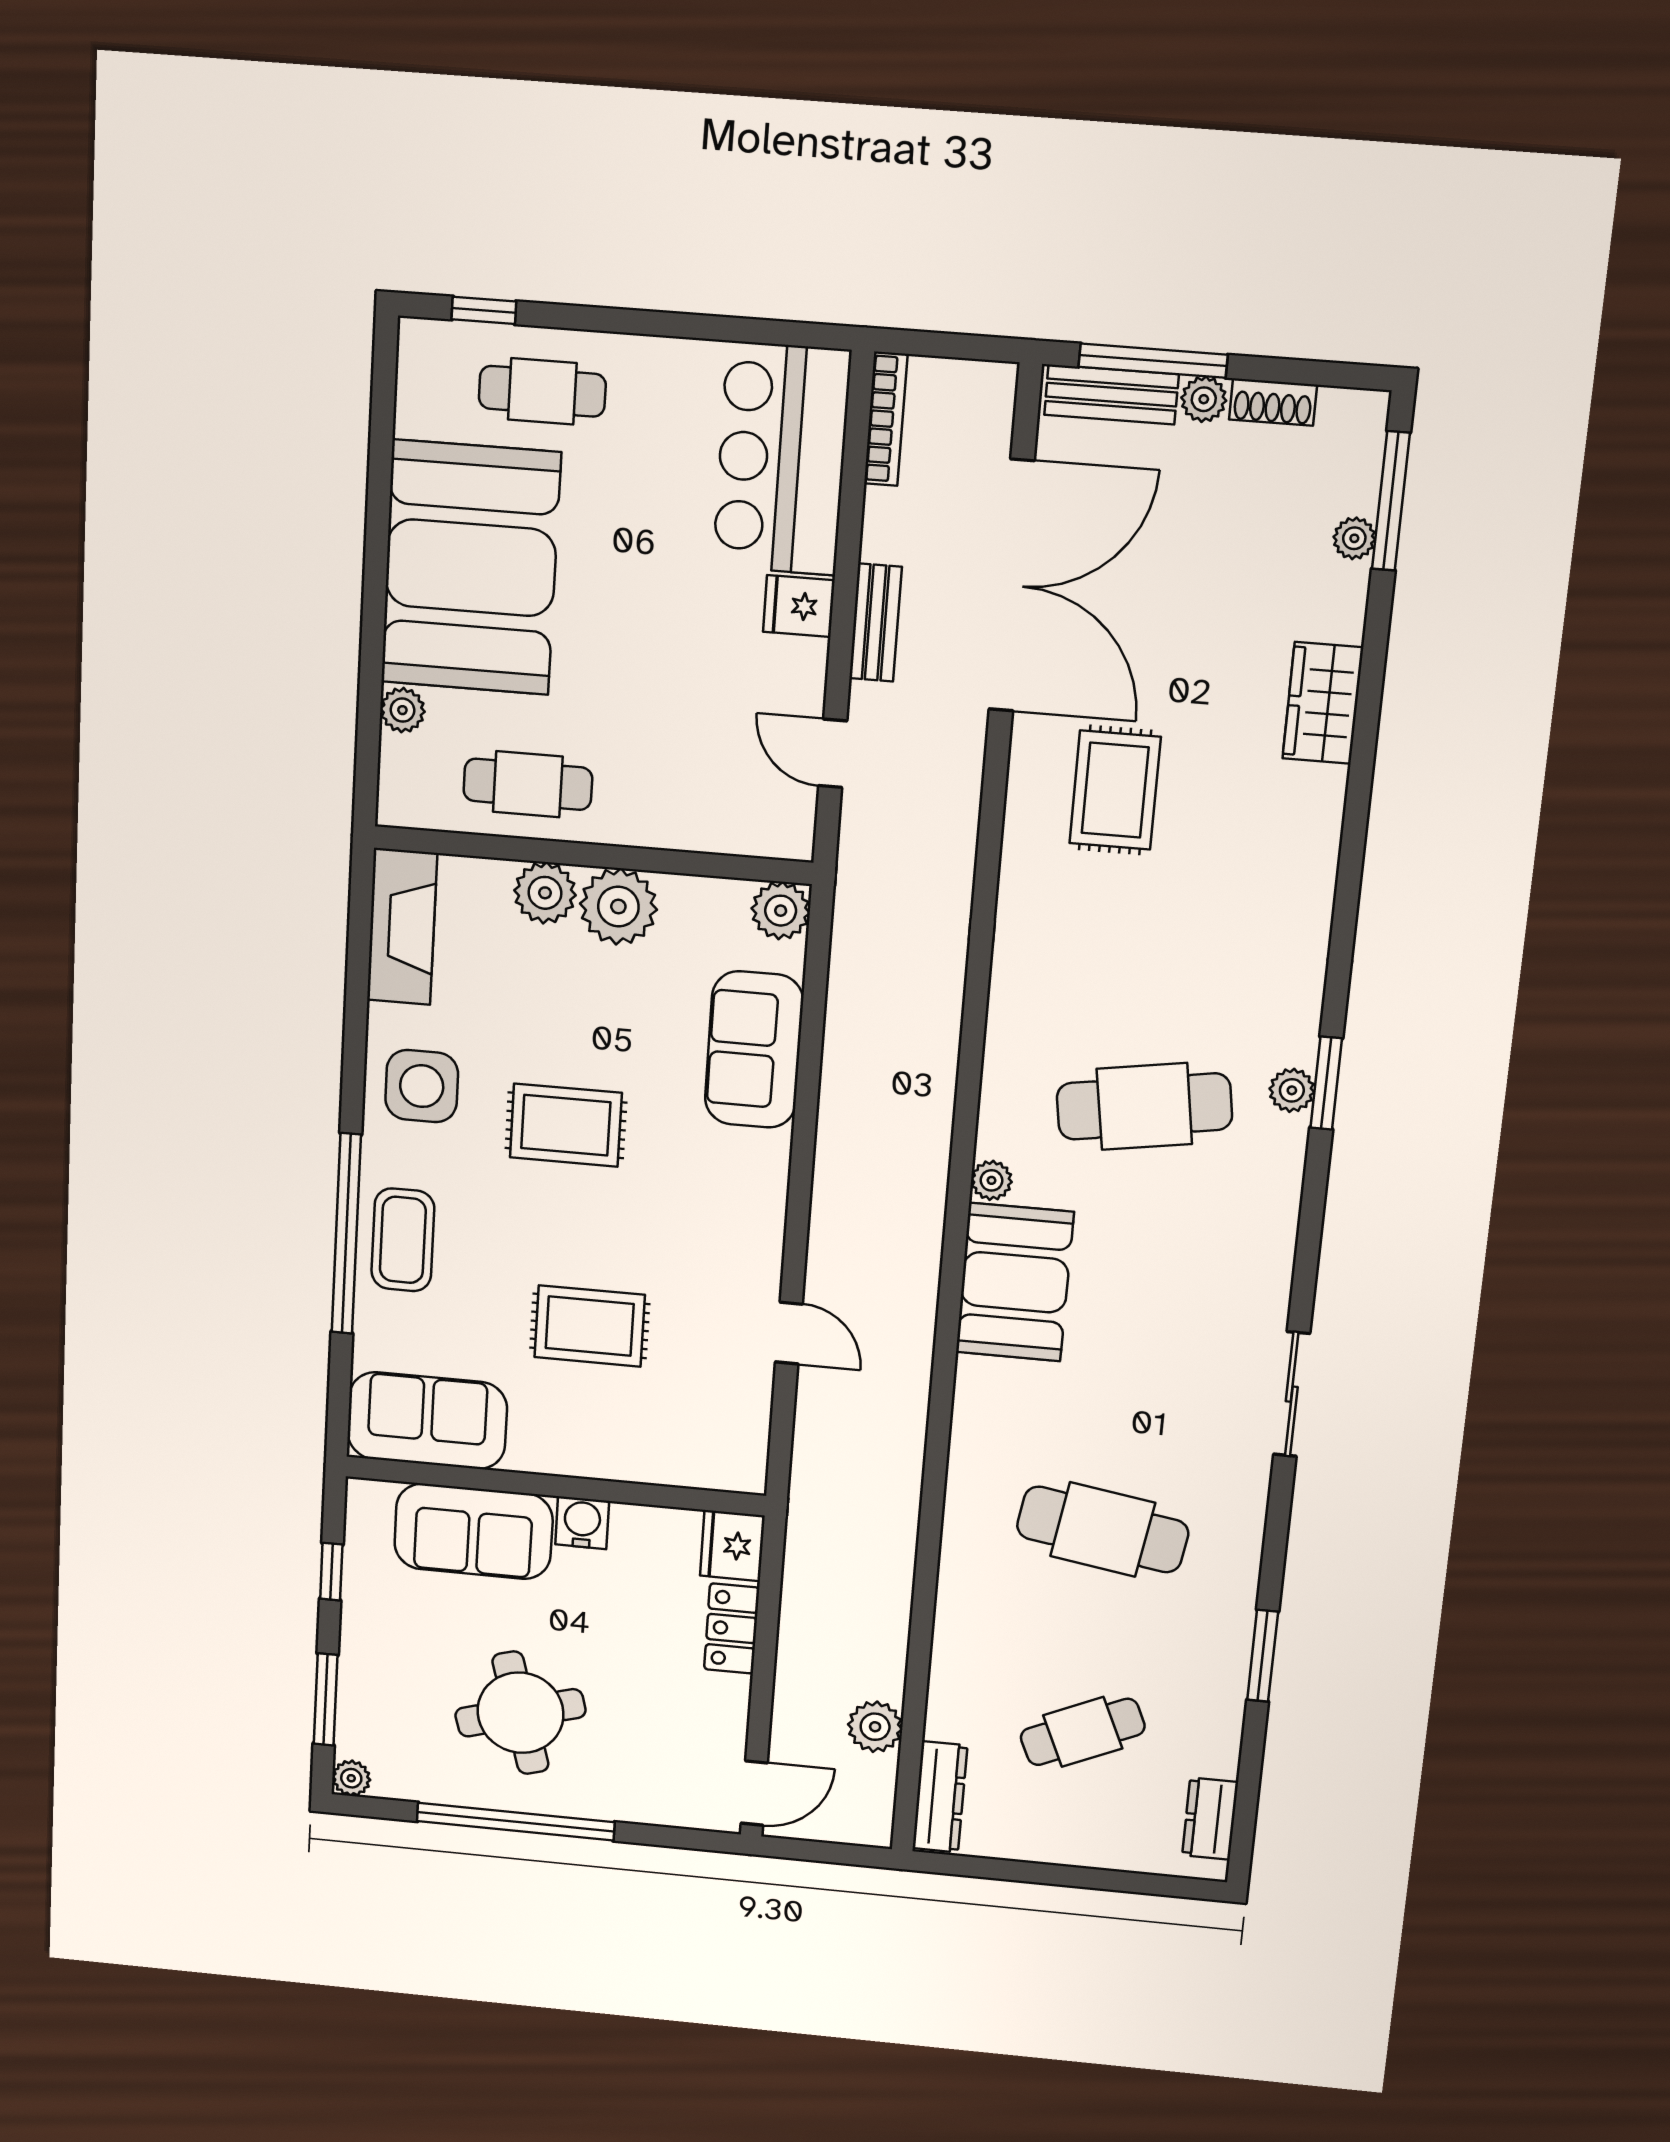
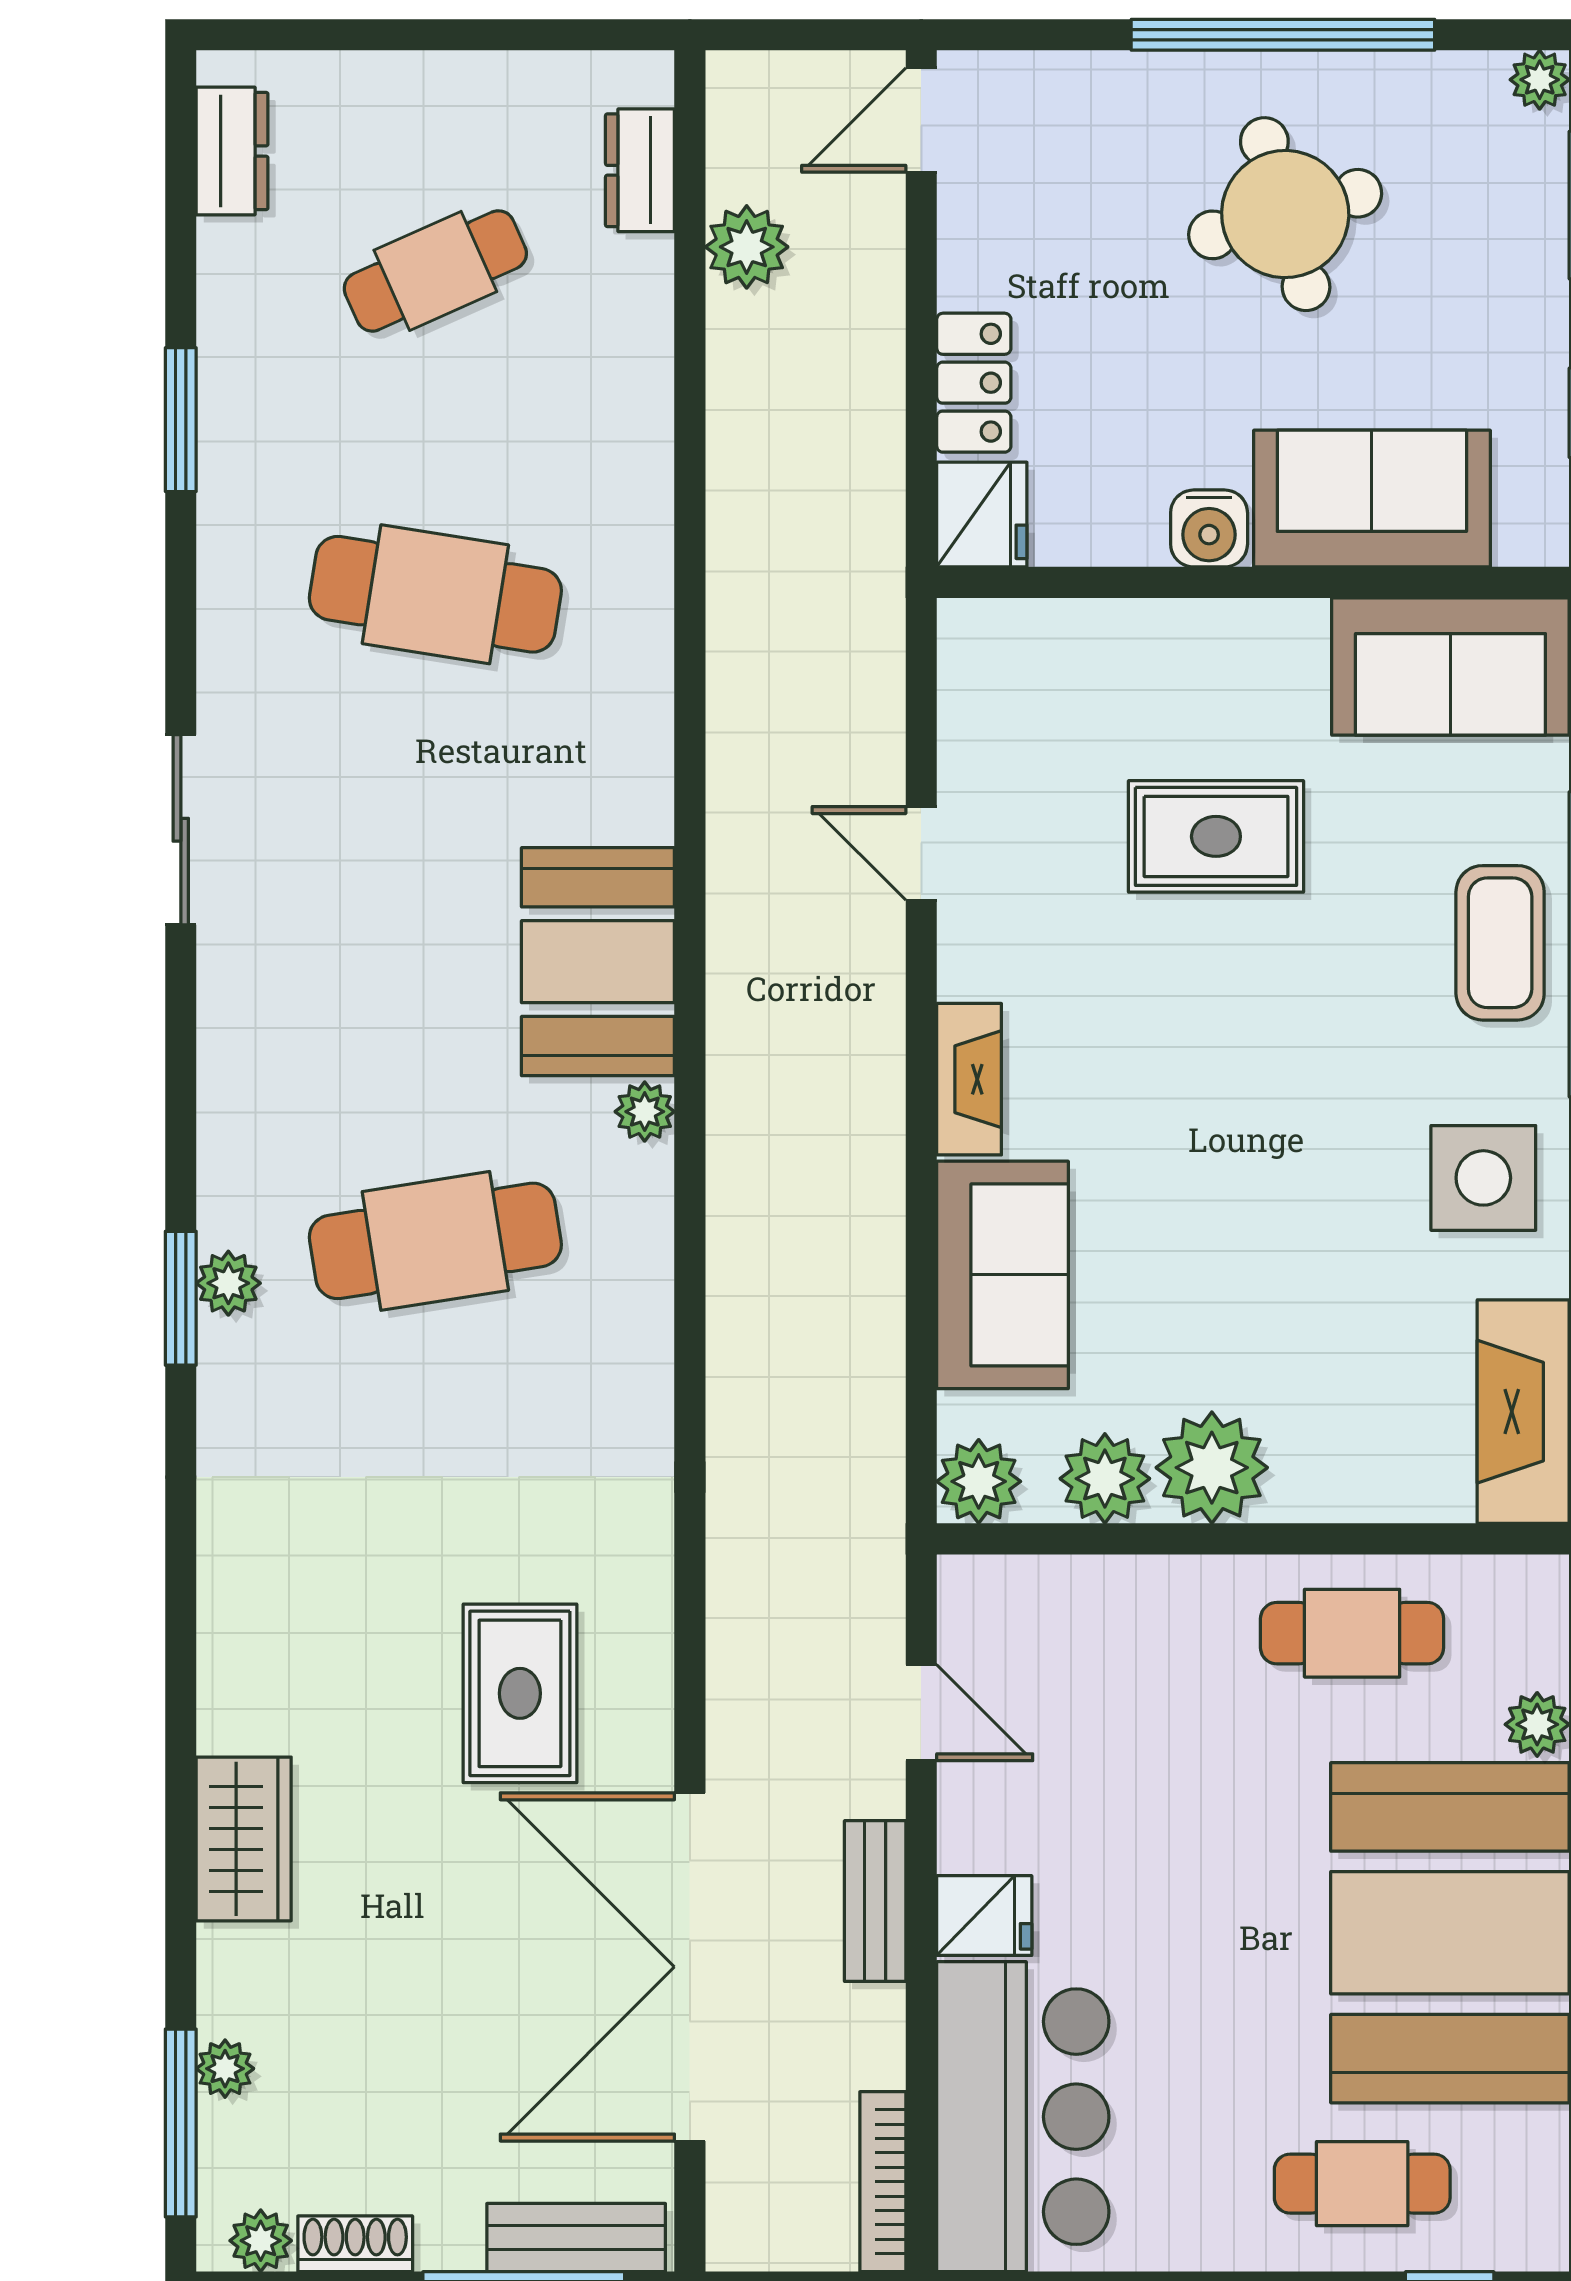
plant: (1204, 399) -> (261, 2241), moved
plant: (545, 893) -> (1105, 1479), moved
rug: (566, 1125) -> (1269, 1138), removed
fireplace: (767, 1182) -> (969, 1079), added
dresser: (940, 1797) -> (640, 170), width x0.70

